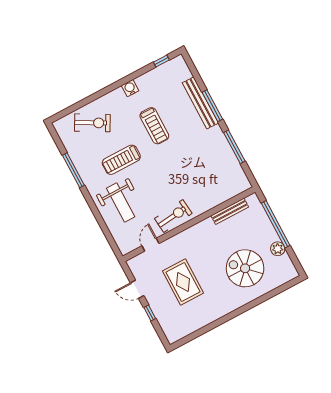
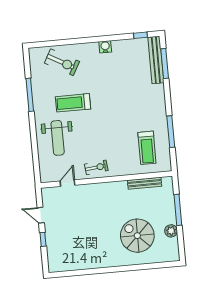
bench: (200, 103) -> (156, 60), moved
window: (212, 106) -> (165, 63), moved
treadmill: (154, 126) -> (147, 148), moved
exercise bike: (173, 216) -> (96, 167), width x0.73, depth x0.72
window: (276, 224) -> (178, 210), width x0.68
rug: (183, 282) -> (81, 225), removed

